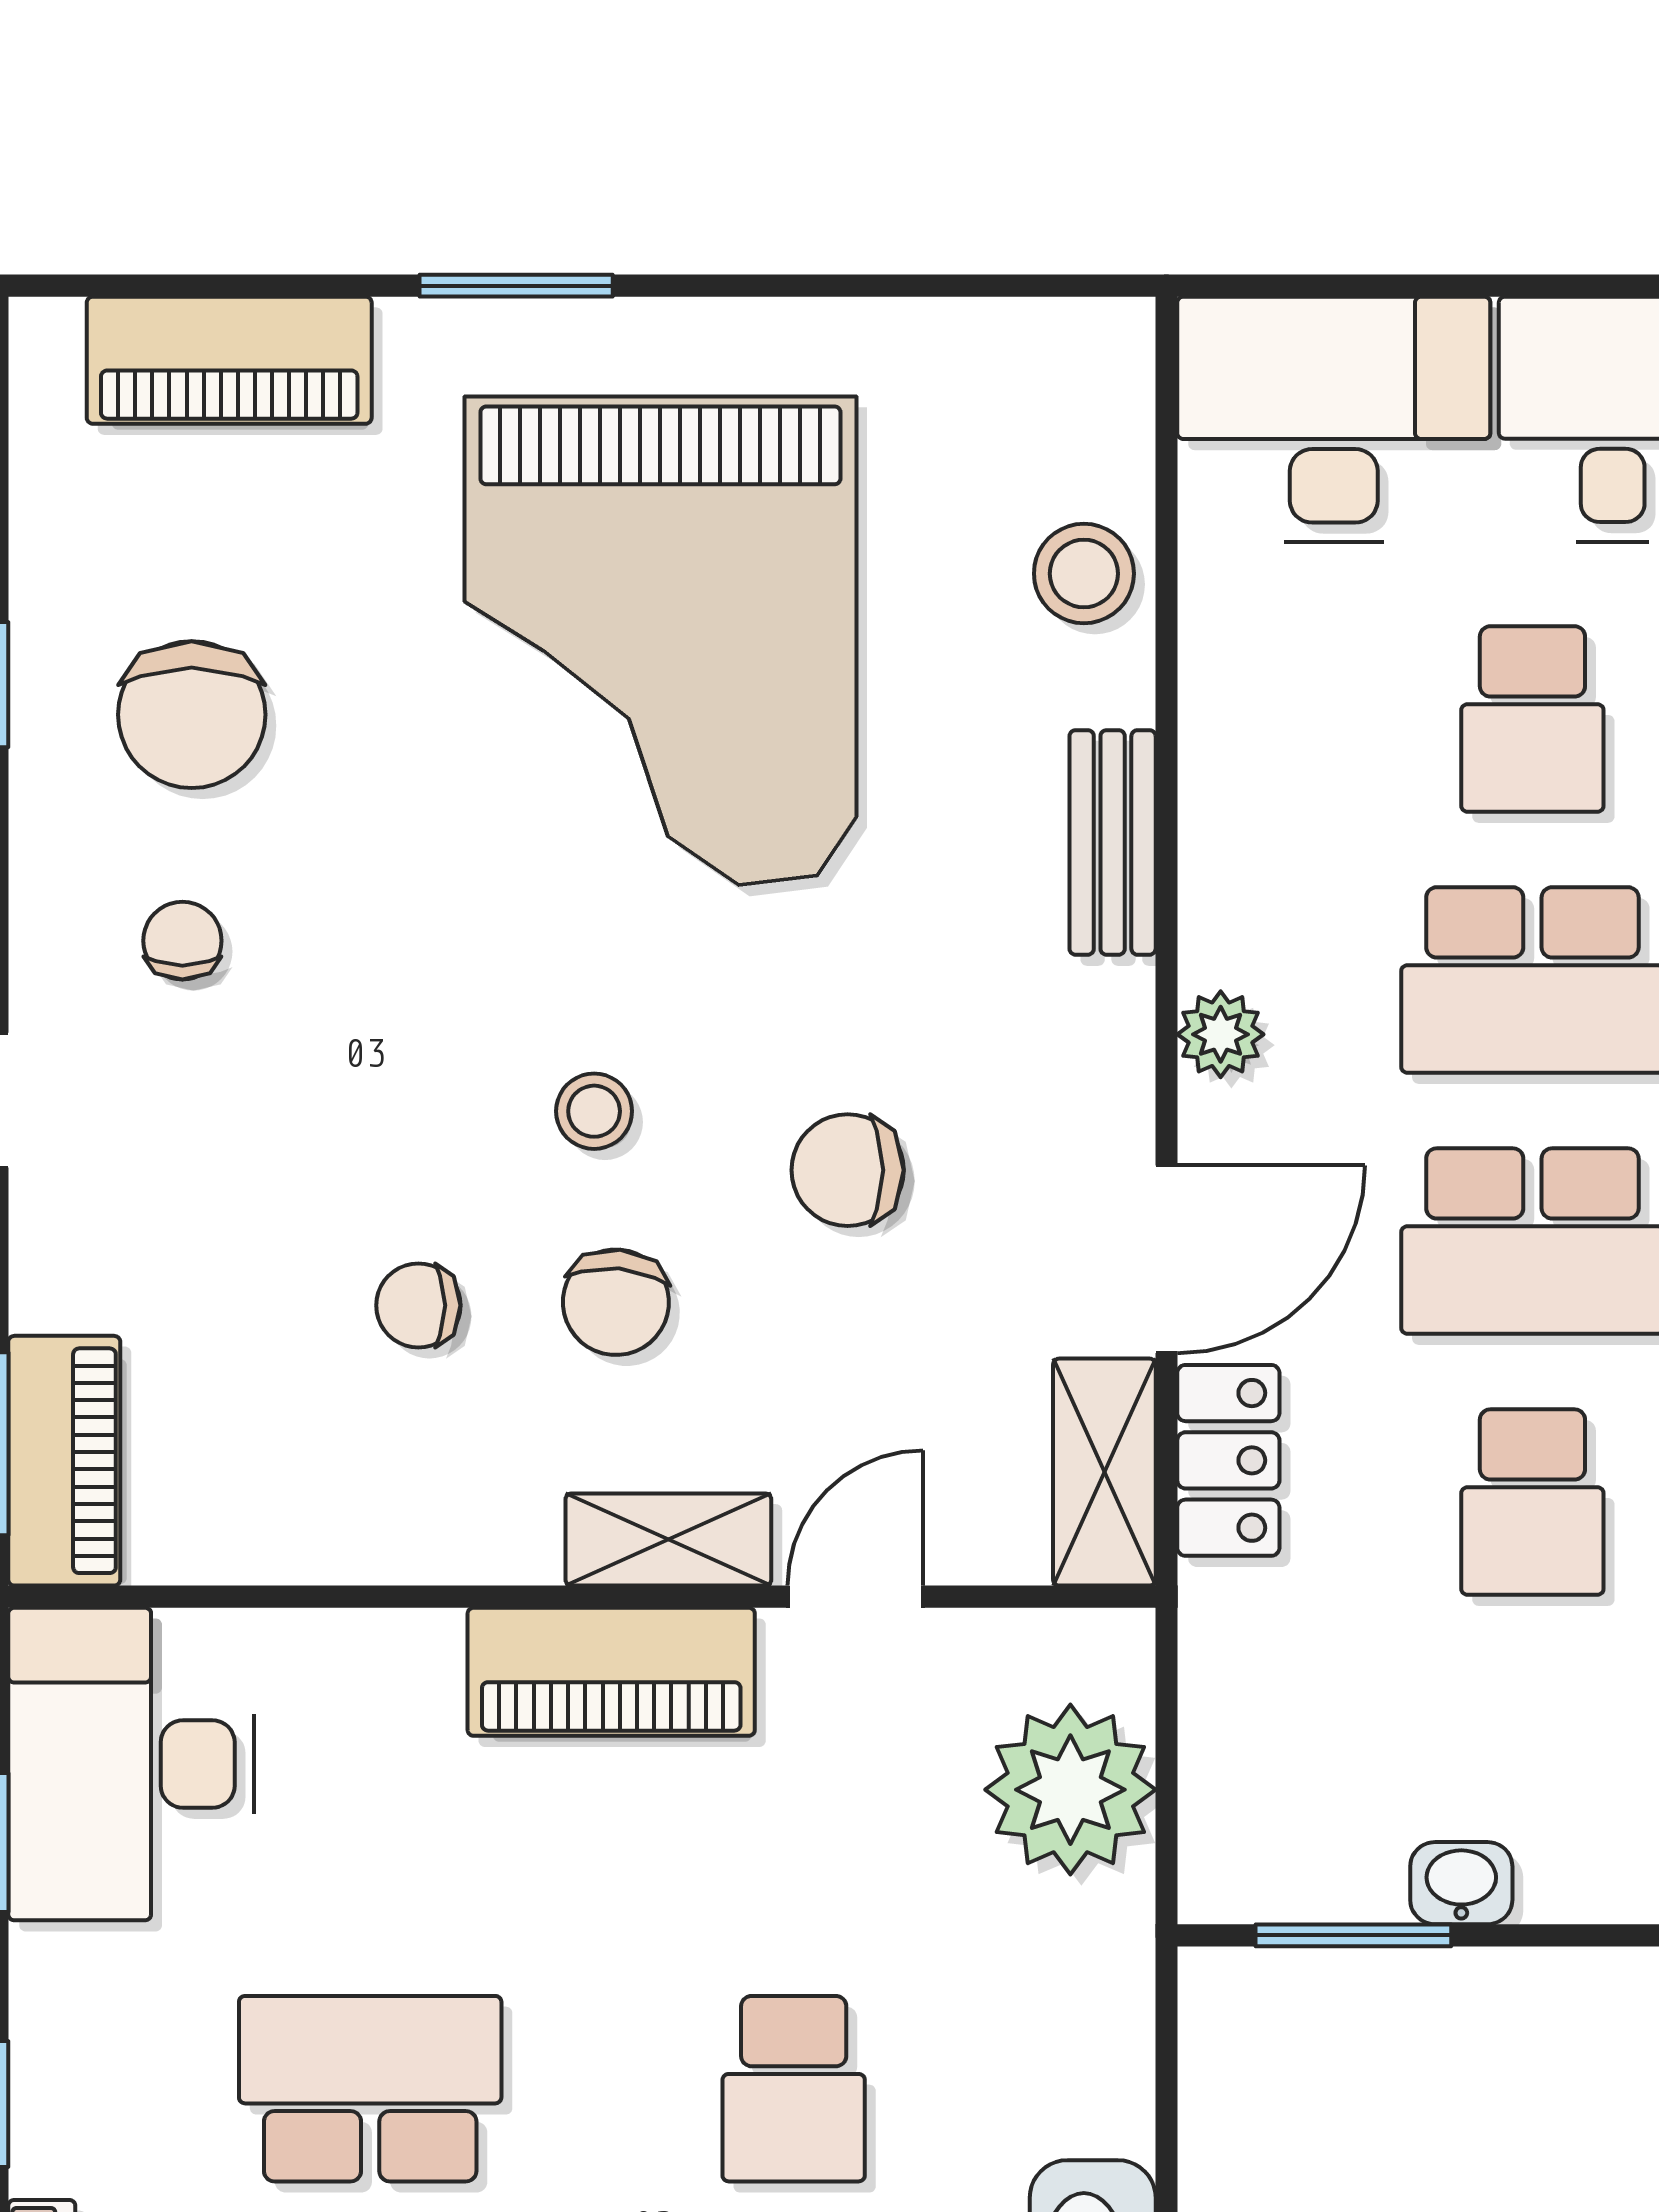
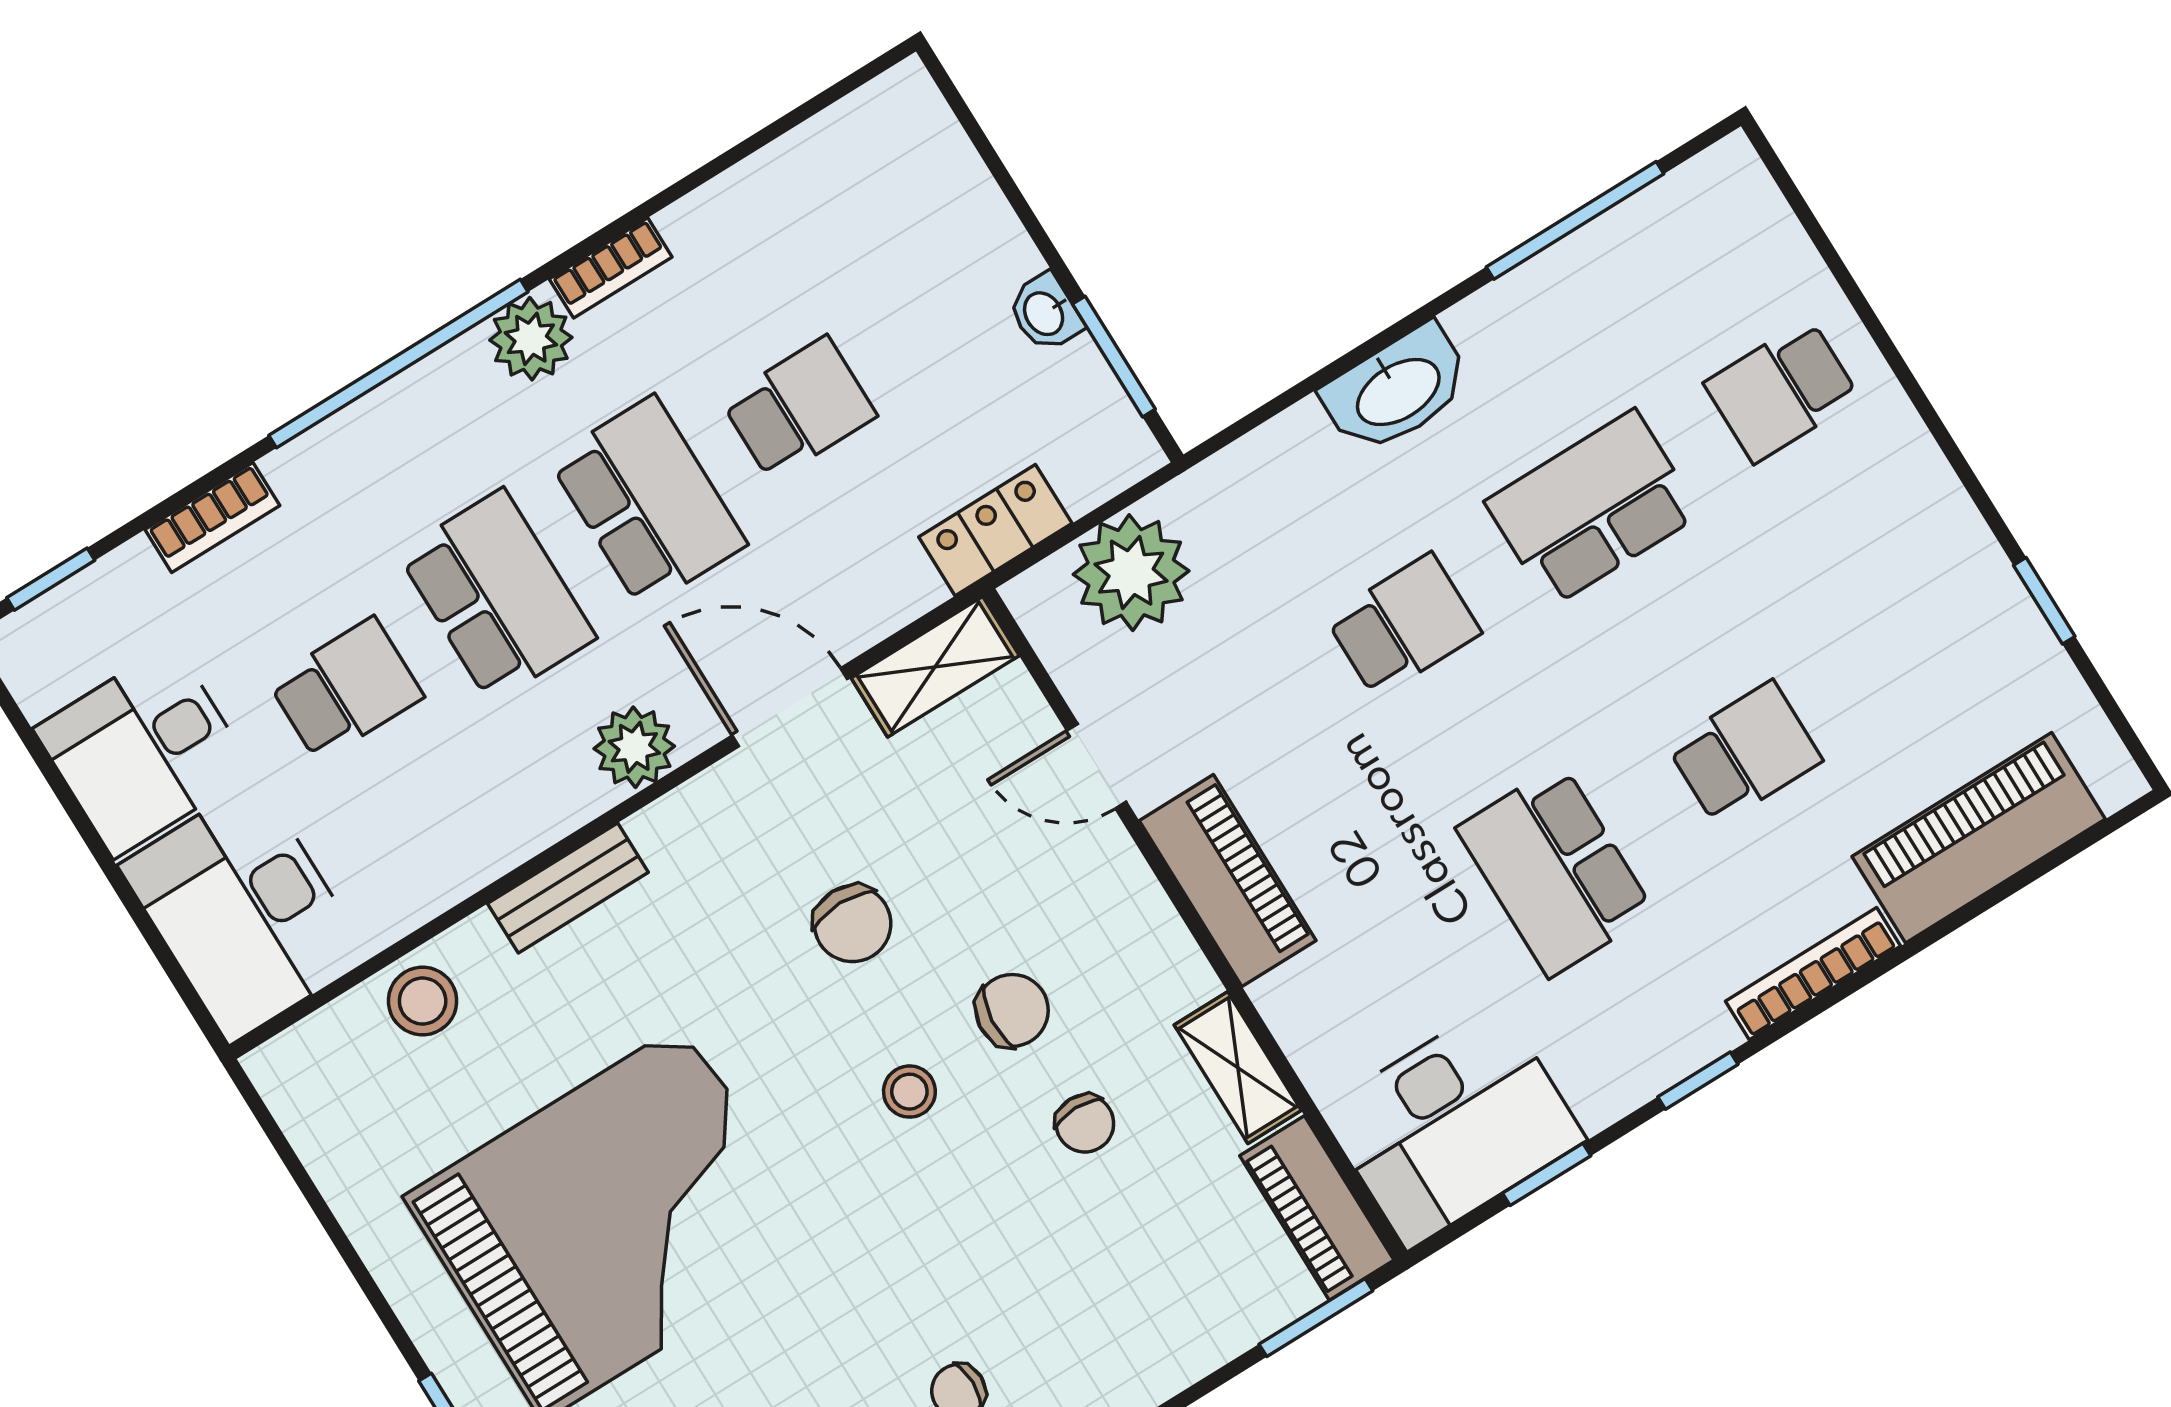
plant: (1221, 1034) -> (634, 747), width x1.38, depth x1.38
locker: (1228, 1460) -> (995, 530), moved
piano: (64, 1461) -> (1317, 1208), moved, turned -90
shelving: (668, 1540) -> (1238, 1068), moved

